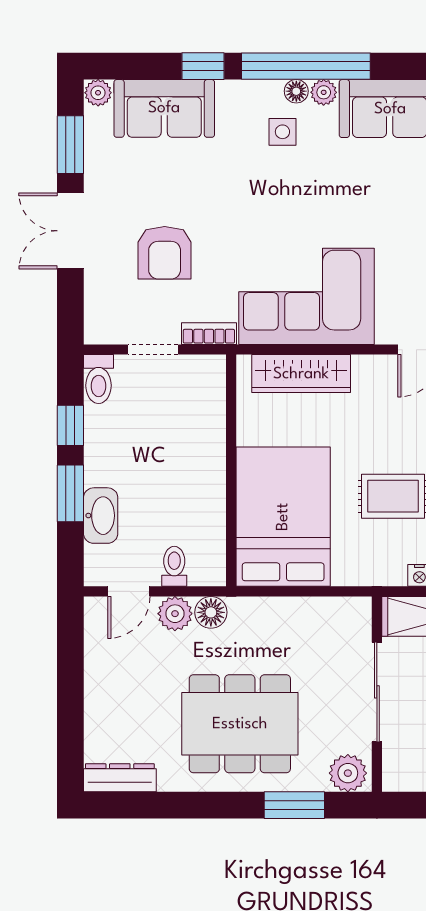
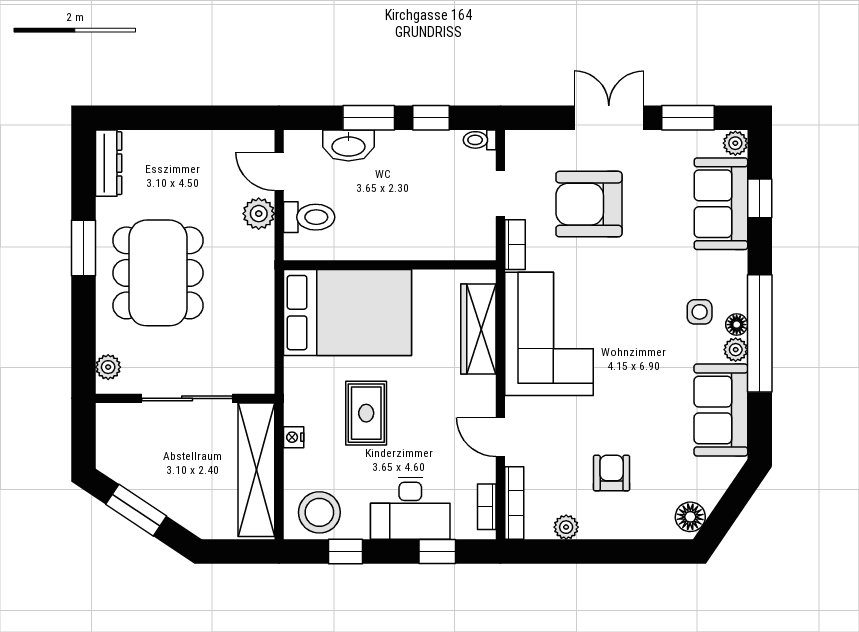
window: (203, 66) -> (760, 198), moved
armchair: (165, 253) -> (589, 204), width x1.36, depth x1.36
toilet: (99, 379) -> (480, 140), width x0.73, depth x0.72
toilet: (174, 566) -> (309, 217), width x1.37, depth x1.39
floor lamp: (211, 612) -> (260, 246), removed
plant: (348, 773) -> (108, 367), width x0.73, depth x0.73
window: (294, 805) -> (83, 248), moved

